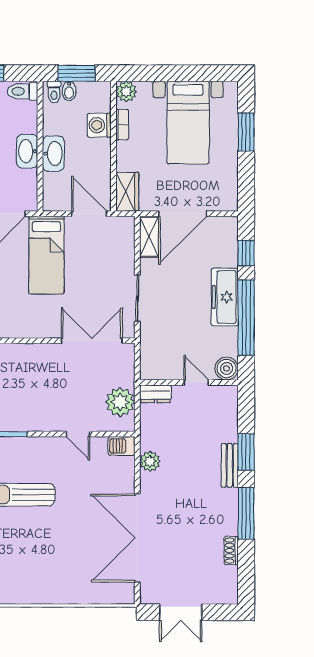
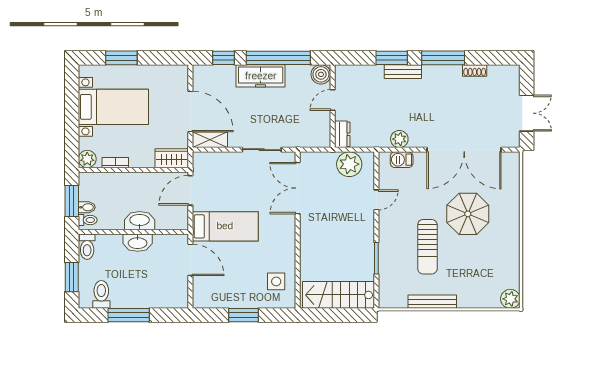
washing machine: (99, 125) -> (116, 182), removed
barbecue: (122, 446) -> (402, 160), moved, turned 90
parasol: (61, 542) -> (468, 214), added

